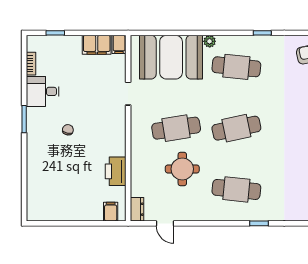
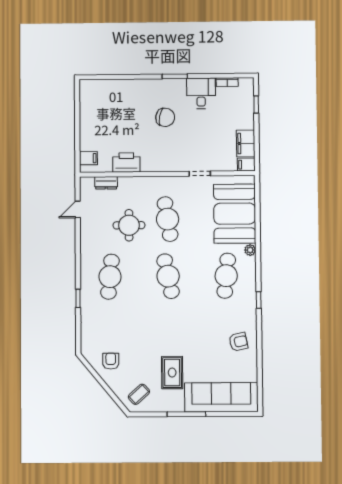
chair: (68, 130) -> (165, 117), width x1.87, depth x1.87
dresser: (137, 209) -> (106, 183), moved

